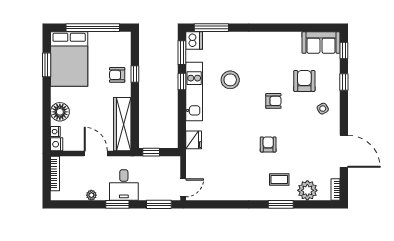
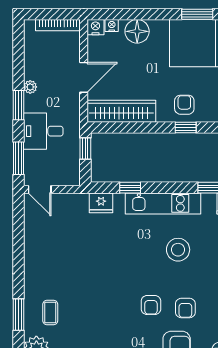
window: (182, 81) -> (130, 188), moved
armchair: (268, 144) -> (185, 308), moved, turned 90
desk: (124, 185) -> (43, 131), moved
plant: (91, 195) -> (30, 87), moved

